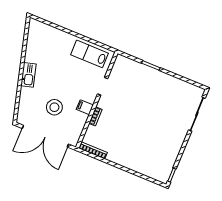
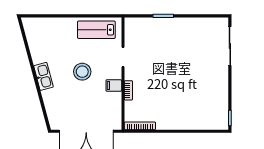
stool: (54, 107) -> (82, 72), moved

